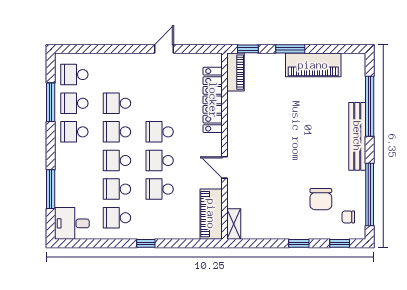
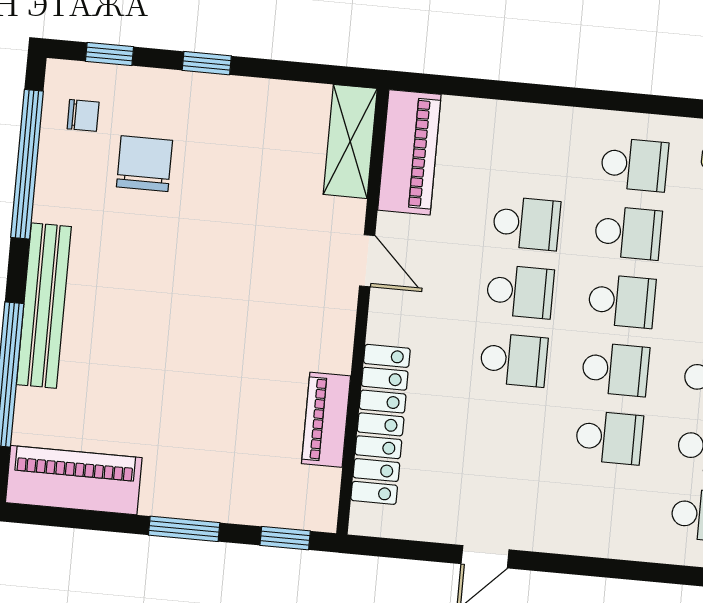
piano: (313, 65) -> (74, 480), moved
piano: (235, 72) -> (326, 420), moved
shelving: (234, 224) -> (350, 141), width x1.50, depth x1.33
window: (146, 243) -> (571, 97), removed

